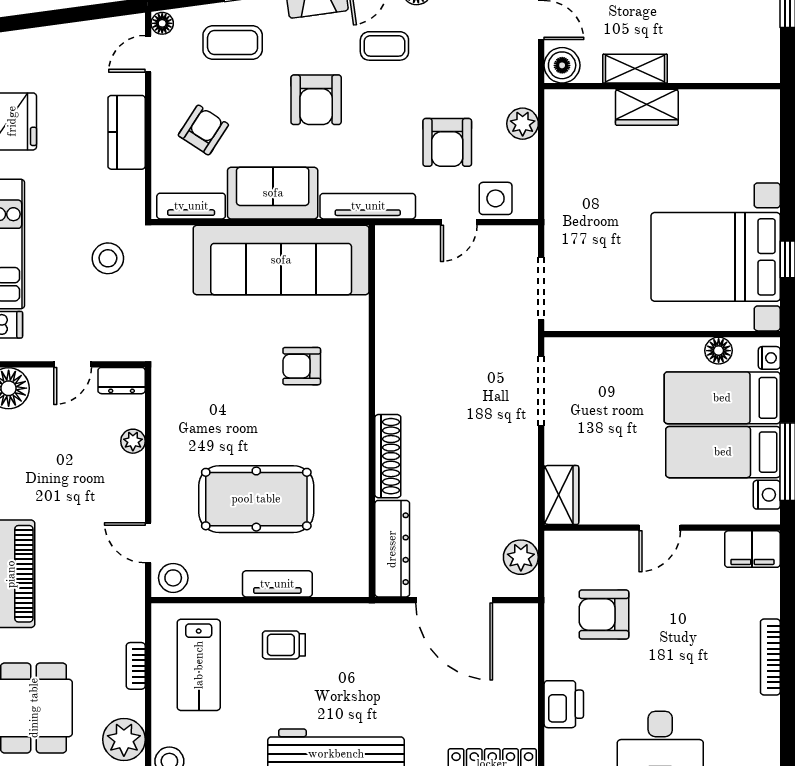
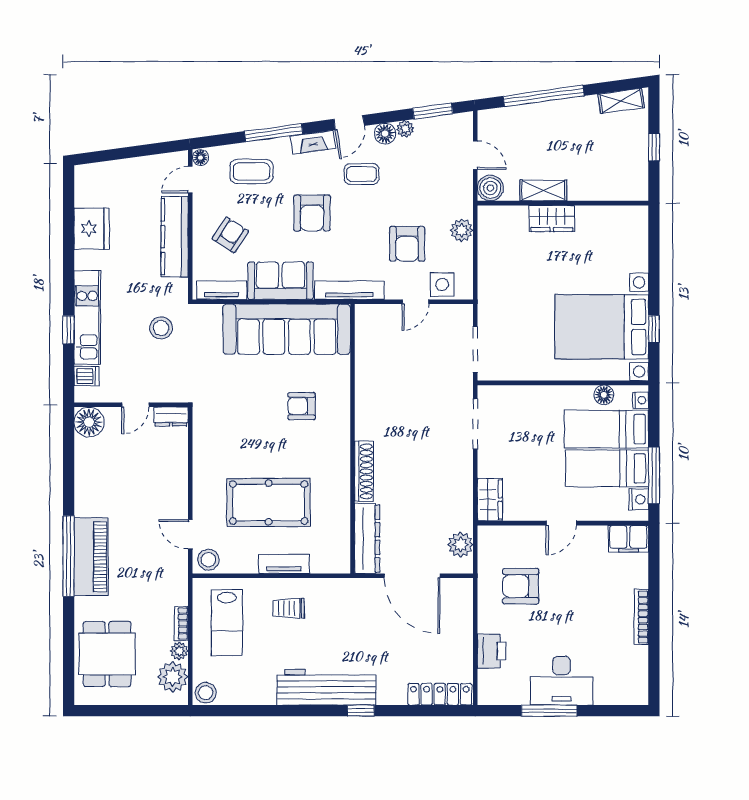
kitchen counter: (127, 132) -> (175, 237), width x1.50
plant: (133, 441) -> (179, 651), moved

